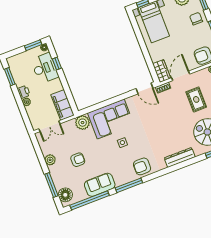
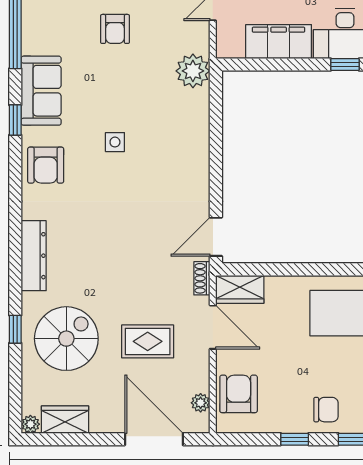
filing cabinet: (62, 105) -> (279, 42), moved
corner sofa: (111, 119) -> (177, 136), removed
armchair: (142, 166) -> (46, 165), turned 180
sofa: (100, 185) -> (41, 91), moved
window: (129, 185) -> (15, 120), width x0.46

